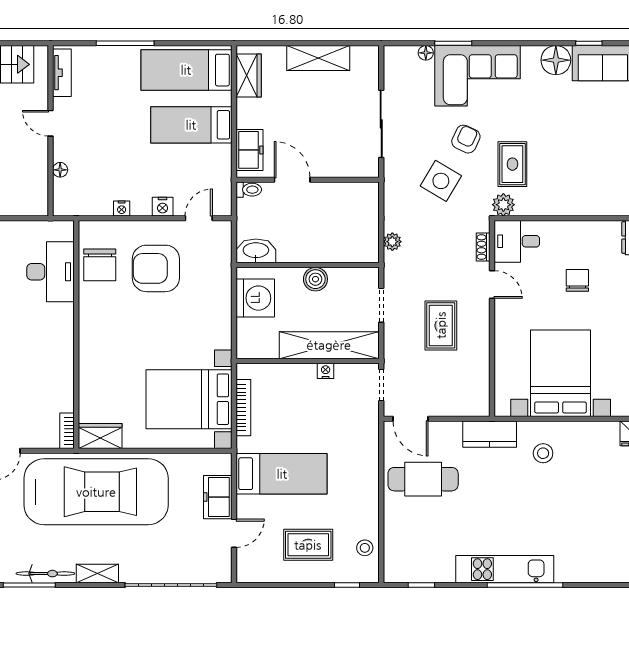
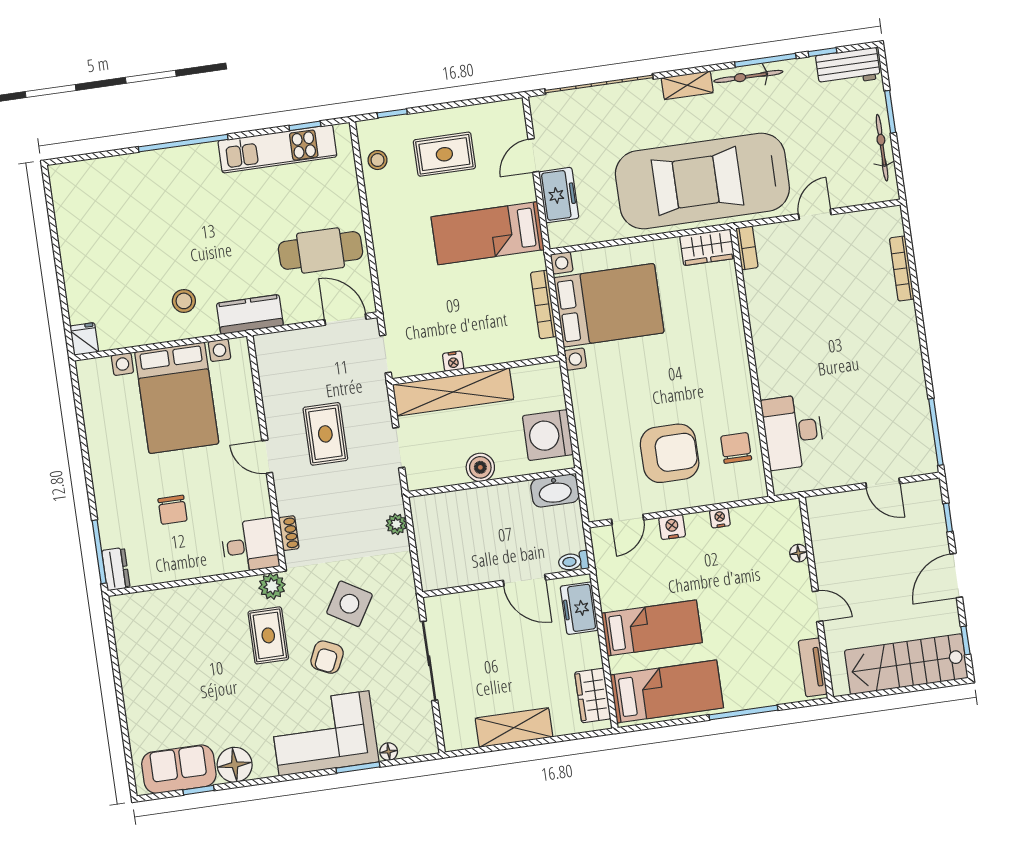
chair: (100, 265) -> (736, 448), width x0.73, depth x0.73
door: (492, 284) -> (267, 457), moved
kitchen unit: (505, 569) -> (277, 149), moved

